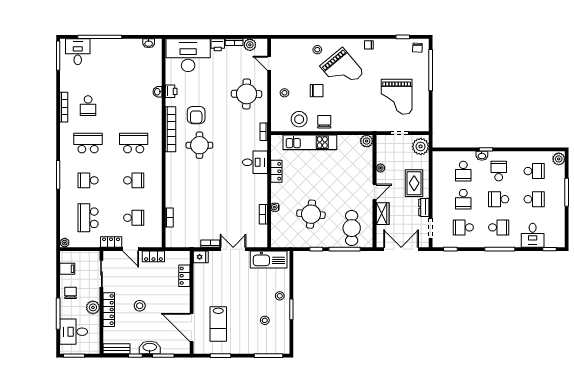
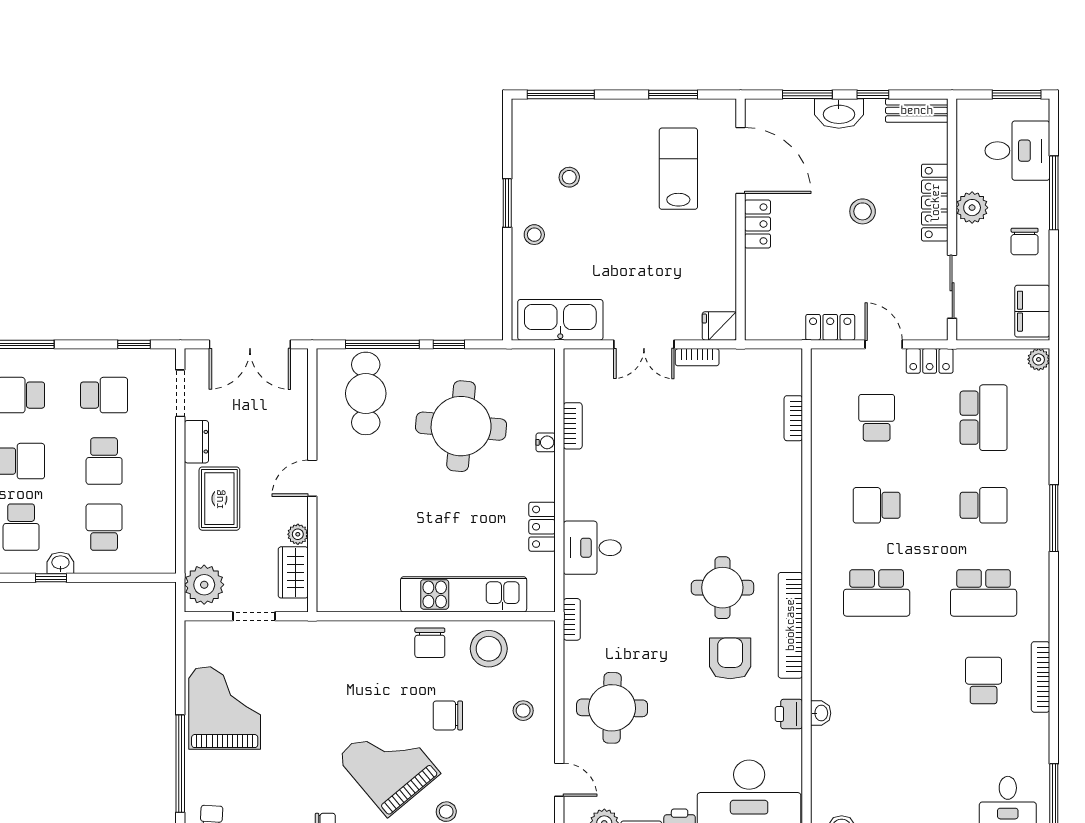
grand piano: (397, 97) -> (225, 708), moved
plant: (367, 141) -> (331, 598), removed
school desk: (463, 199) -> (104, 461), turned 180
round table: (311, 214) -> (461, 426), width x1.36, depth x1.36
wardrobe: (383, 214) -> (293, 572), moved
school desk: (134, 218) -> (877, 418), turned 90
filing cabinet: (67, 269) -> (1032, 311), width x2.00
locker: (184, 276) -> (758, 224), moved

